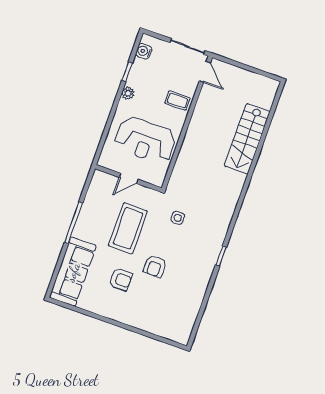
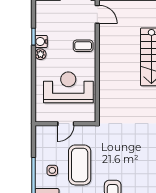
water cooler: (144, 51) -> (41, 42), moved
reception desk: (145, 140) -> (68, 87), turned 180
side table: (178, 218) -> (52, 170), moved

